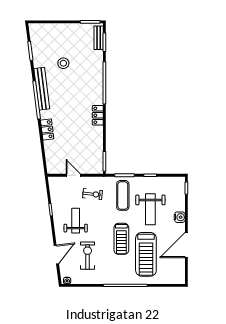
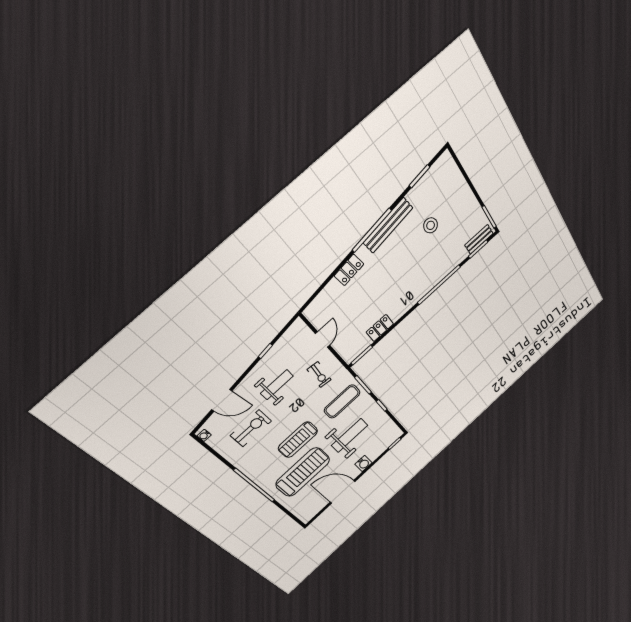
locker: (98, 115) -> (380, 328), moved
weight bench: (150, 209) -> (350, 435), turned 180
treadmill: (146, 254) -> (303, 472), turned 180

